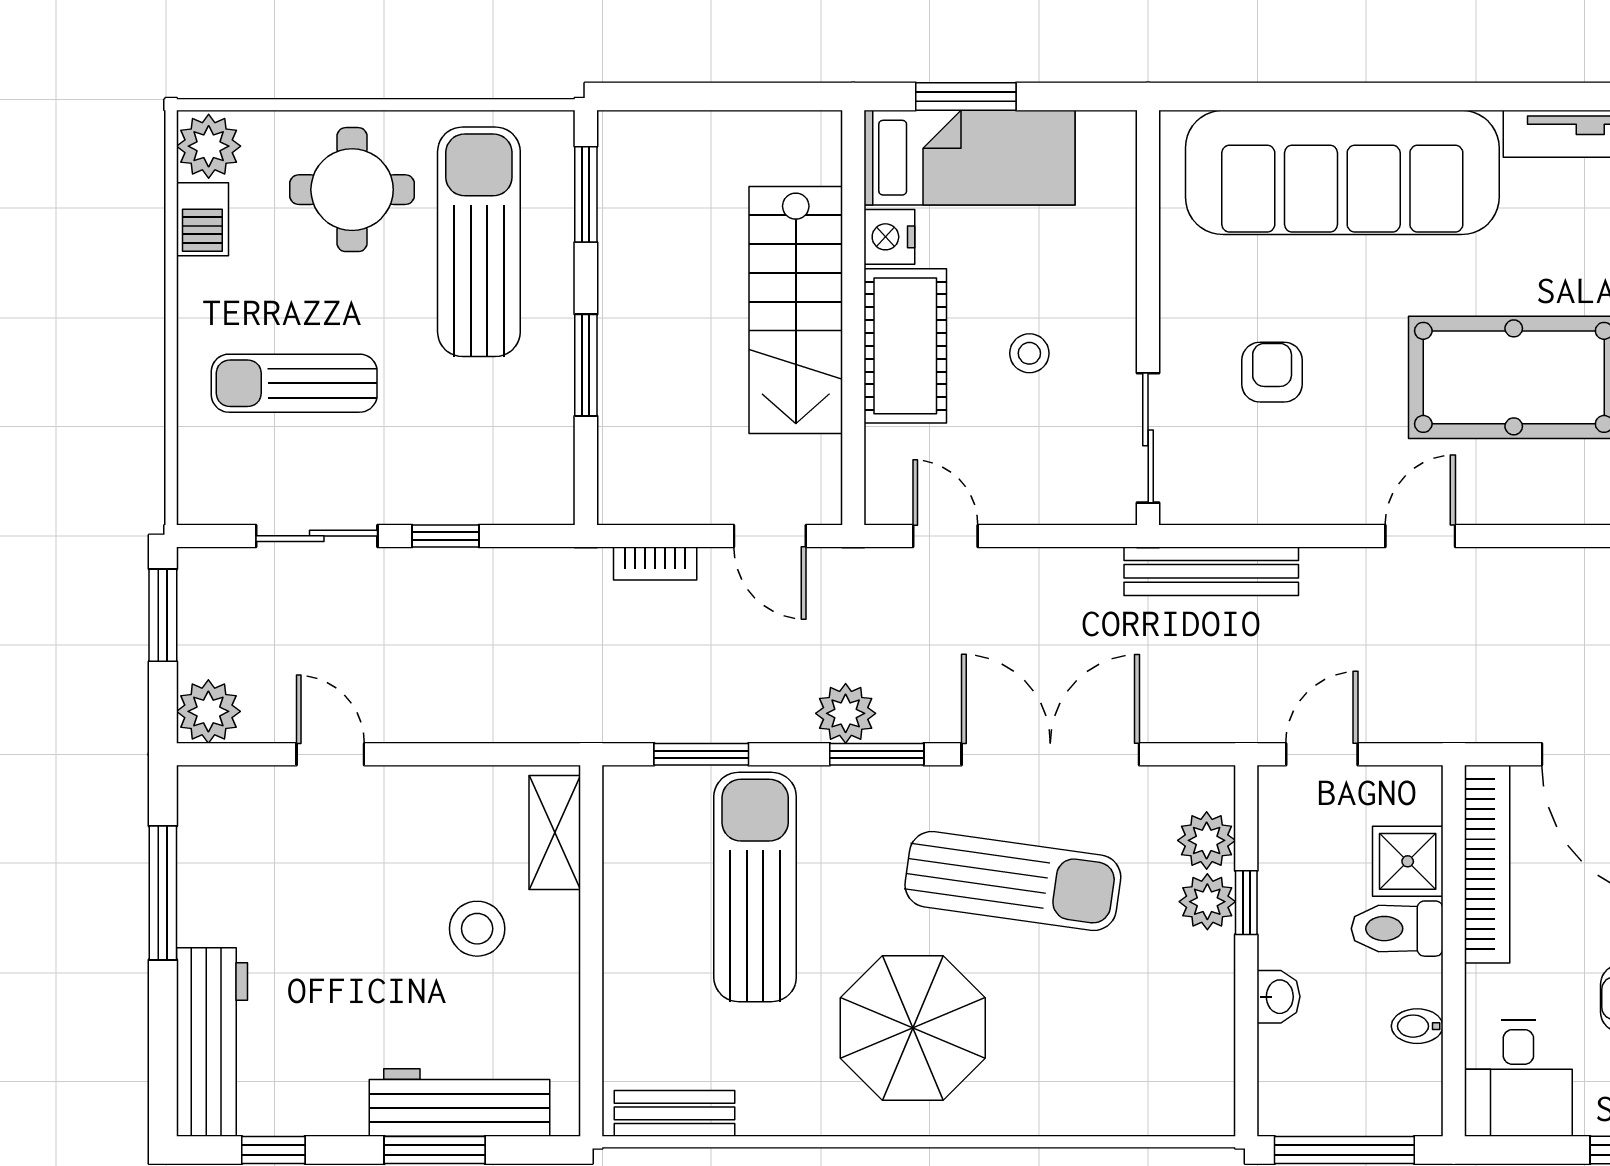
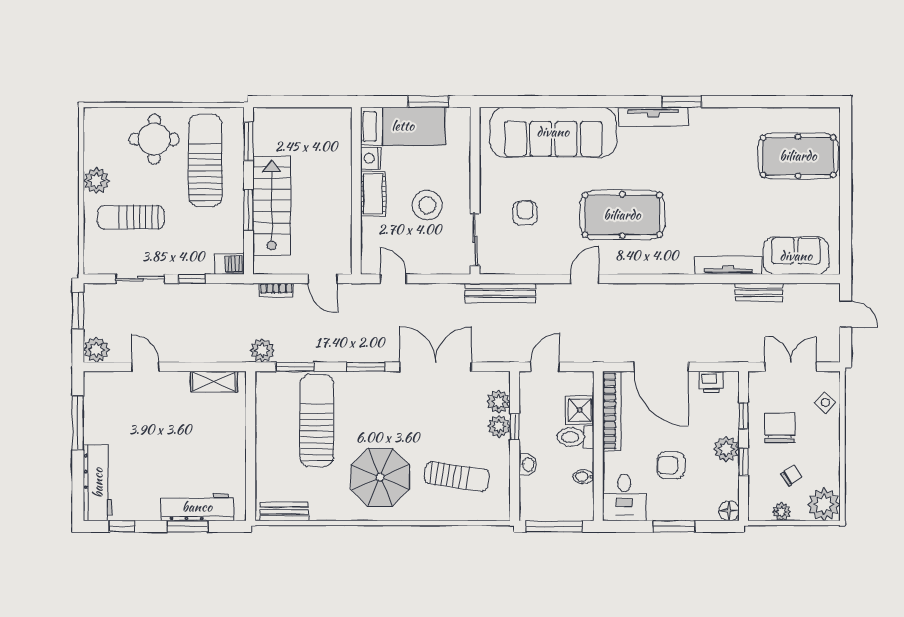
window: (966, 97) -> (428, 102), moved
plant: (209, 146) -> (96, 181), moved
barbecue: (202, 219) -> (229, 264), moved, turned -90
stairs: (796, 310) -> (272, 206), moved, turned 180
cot: (905, 346) -> (373, 194), width x0.73, depth x0.75
stool: (1029, 353) -> (427, 205), width x1.89, depth x1.89
plant: (846, 713) -> (262, 350), moved
shelving: (555, 832) -> (214, 382), moved, turned 90
sun lounger: (1013, 881) -> (457, 476), moved, width x0.73, depth x0.75
stool: (477, 929) -> (205, 437), removed

